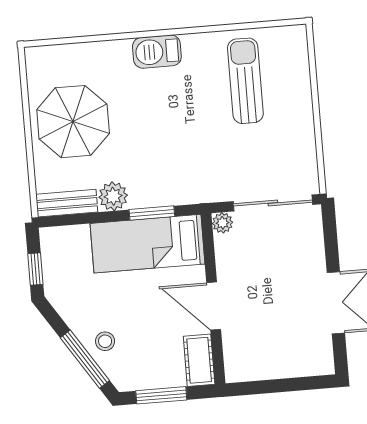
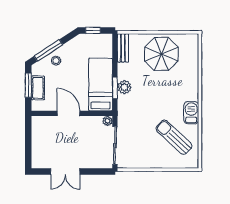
barbecue: (157, 52) -> (191, 113), moved
sun lounger: (245, 81) -> (174, 137), turned -137
plant: (113, 196) -> (124, 87), moved
door: (214, 306) -> (69, 113), hinge flipped
cot: (199, 360) -> (38, 88), moved, turned 90

